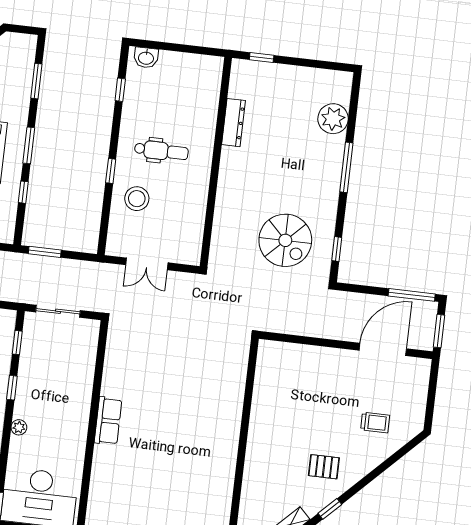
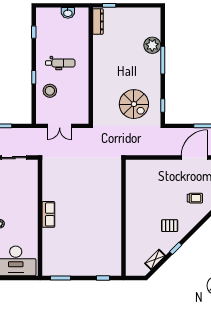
washbasin: (146, 58) -> (68, 13), moved
plant: (333, 119) -> (152, 45), moved
dresser: (234, 123) -> (98, 21), moved

